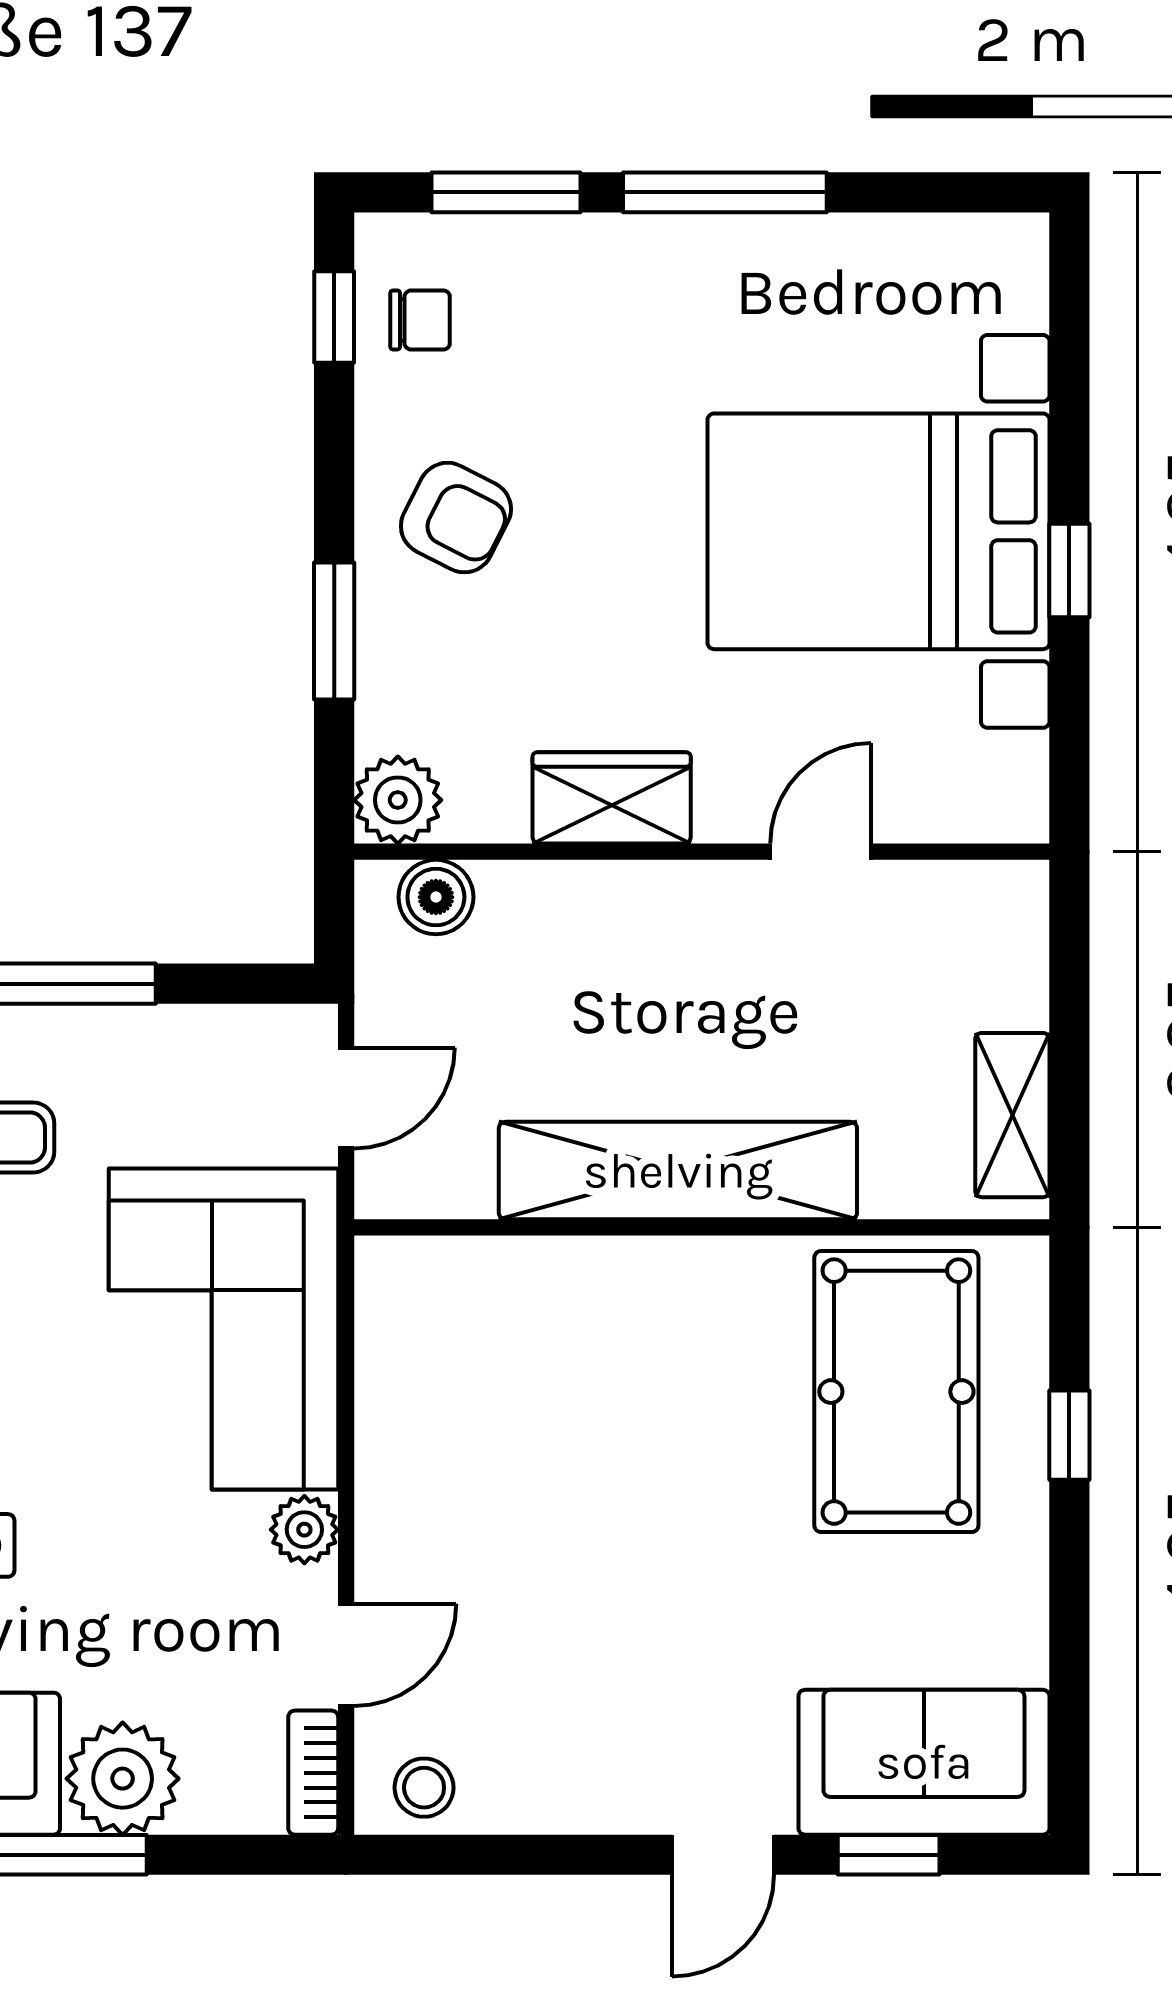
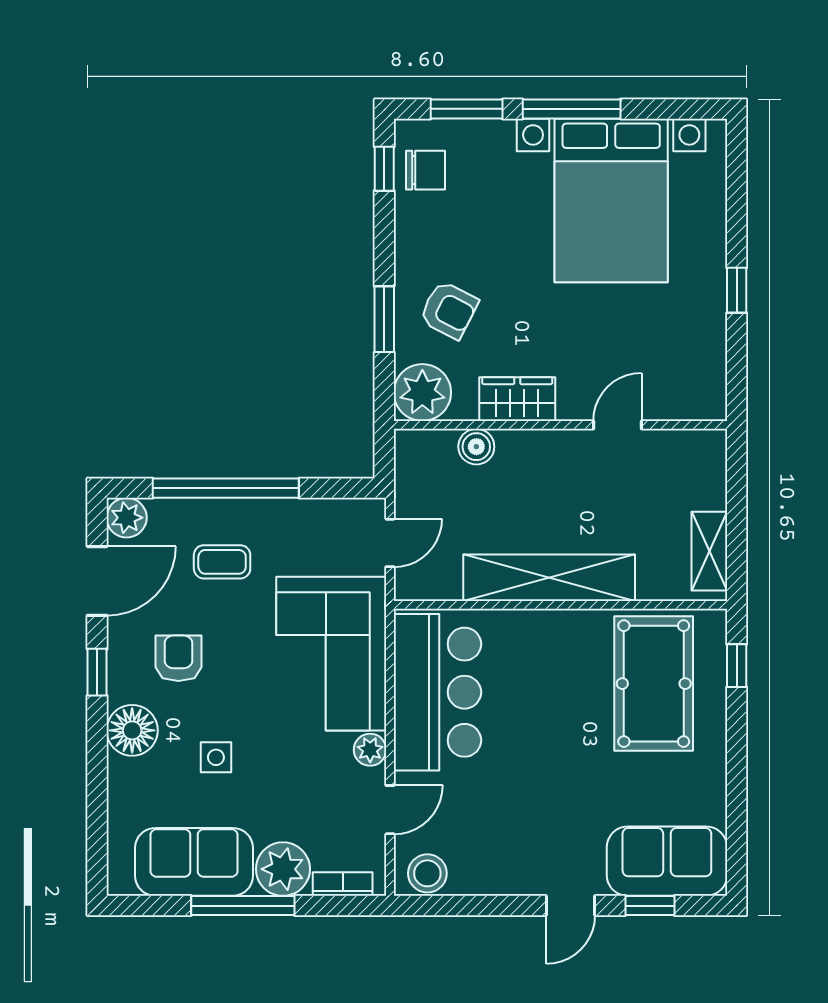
chair: (420, 320) -> (425, 170), width x1.37, depth x1.37
armchair: (456, 518) -> (449, 310), moved
bed with nightstands: (878, 531) -> (611, 200), moved, turned -90
plant: (398, 800) -> (422, 393), width x1.36, depth x1.36
boiler: (436, 897) -> (476, 447), moved
bar counter: (445, 1410) -> (437, 692), added
window: (1069, 1435) -> (737, 666), moved
bookcase: (313, 1773) -> (343, 884), moved, turned 90
stool: (424, 1788) -> (427, 873), width x1.37, depth x1.37

